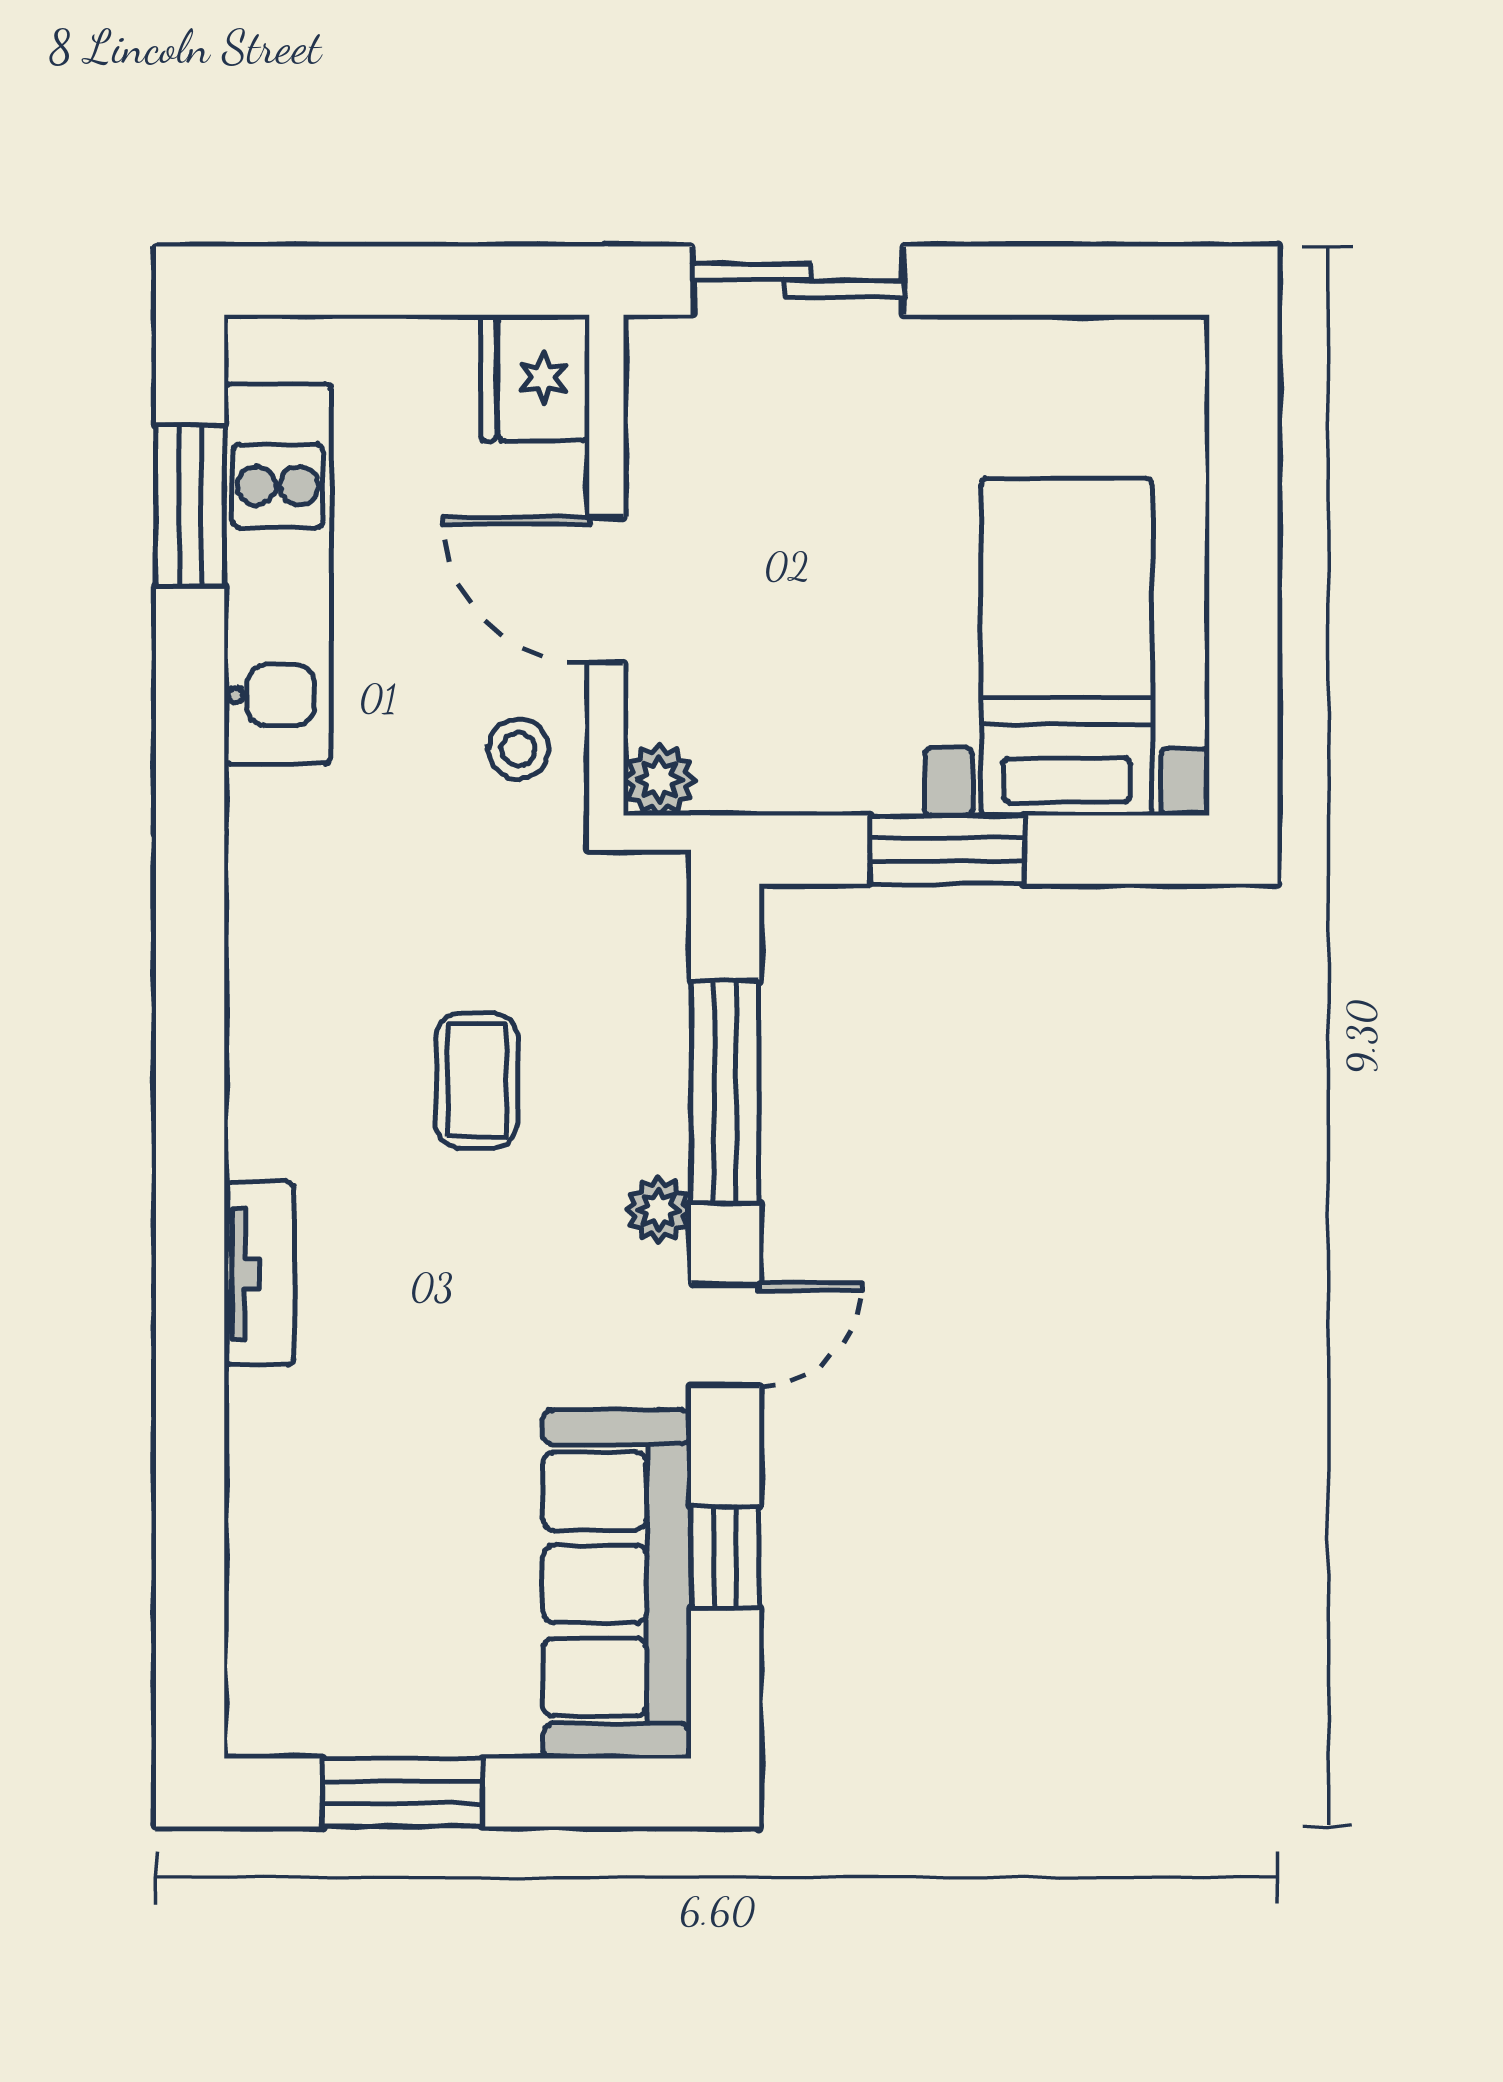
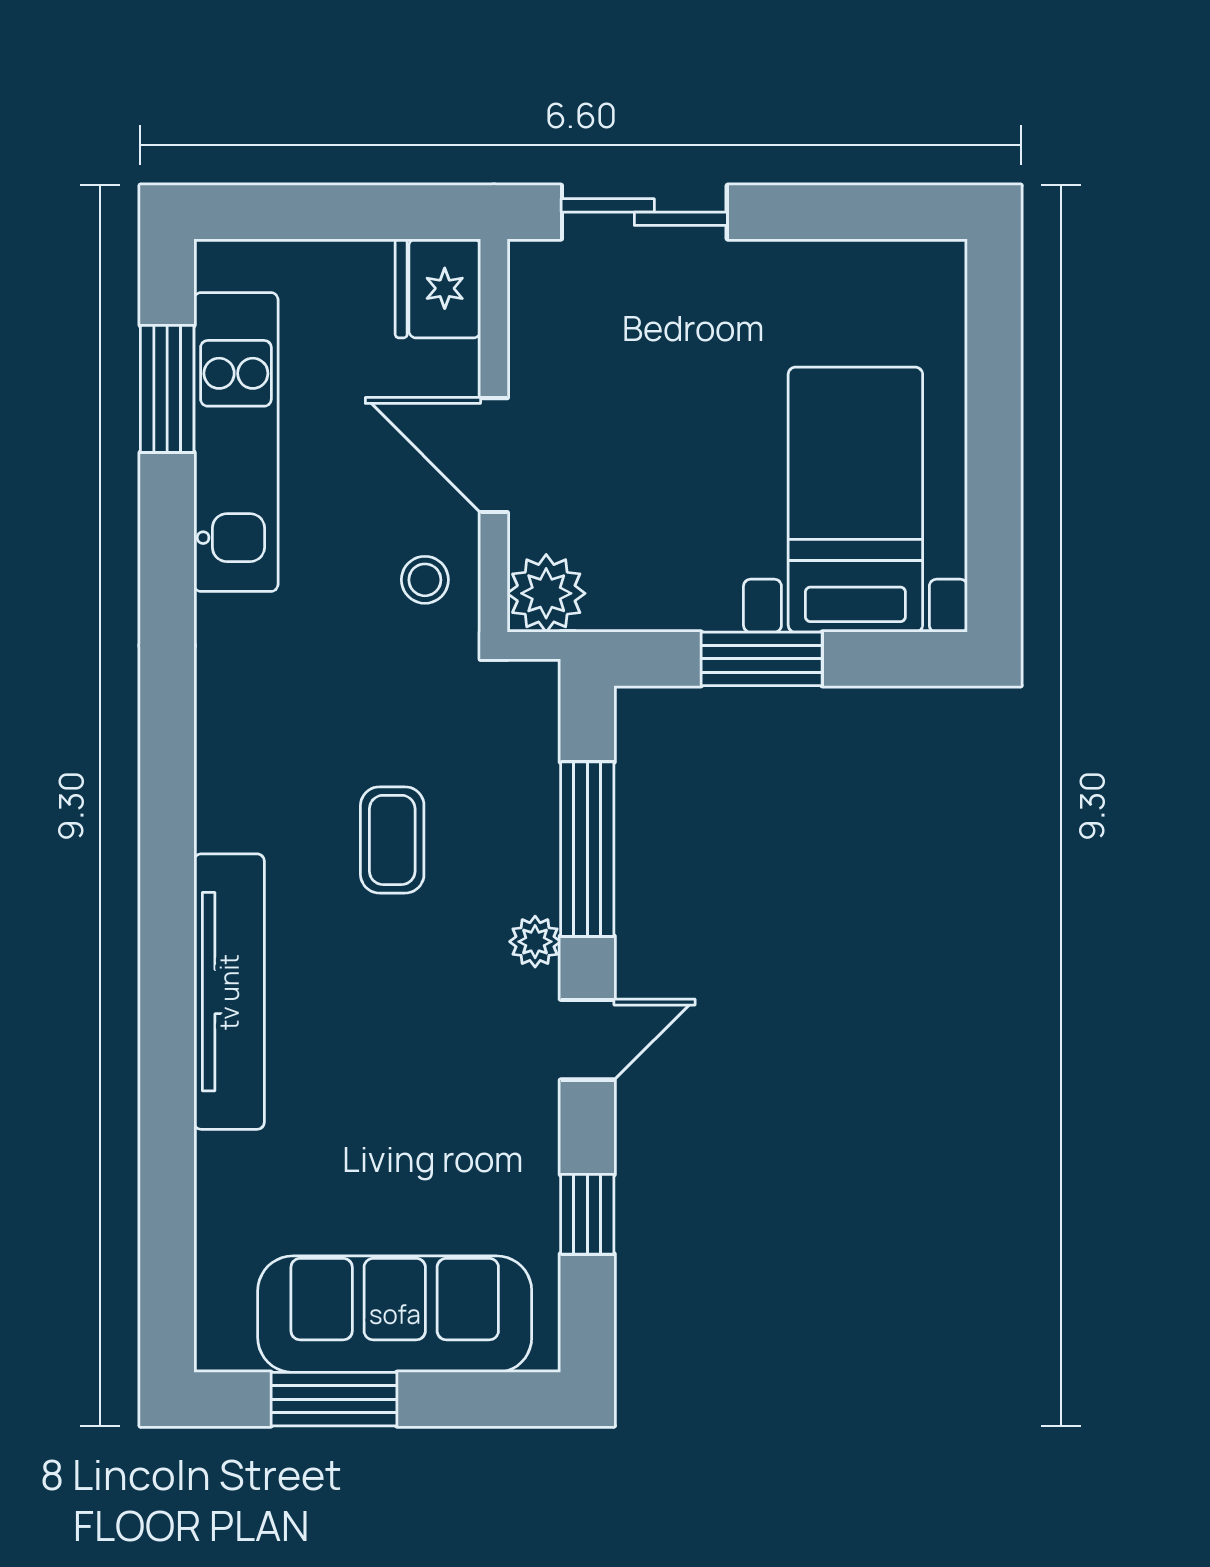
plant: (659, 780) -> (546, 593), width x1.38, depth x1.38
tv unit: (259, 1273) -> (229, 992), width x1.92, depth x1.29
sofa: (617, 1584) -> (395, 1314), moved, turned 90

